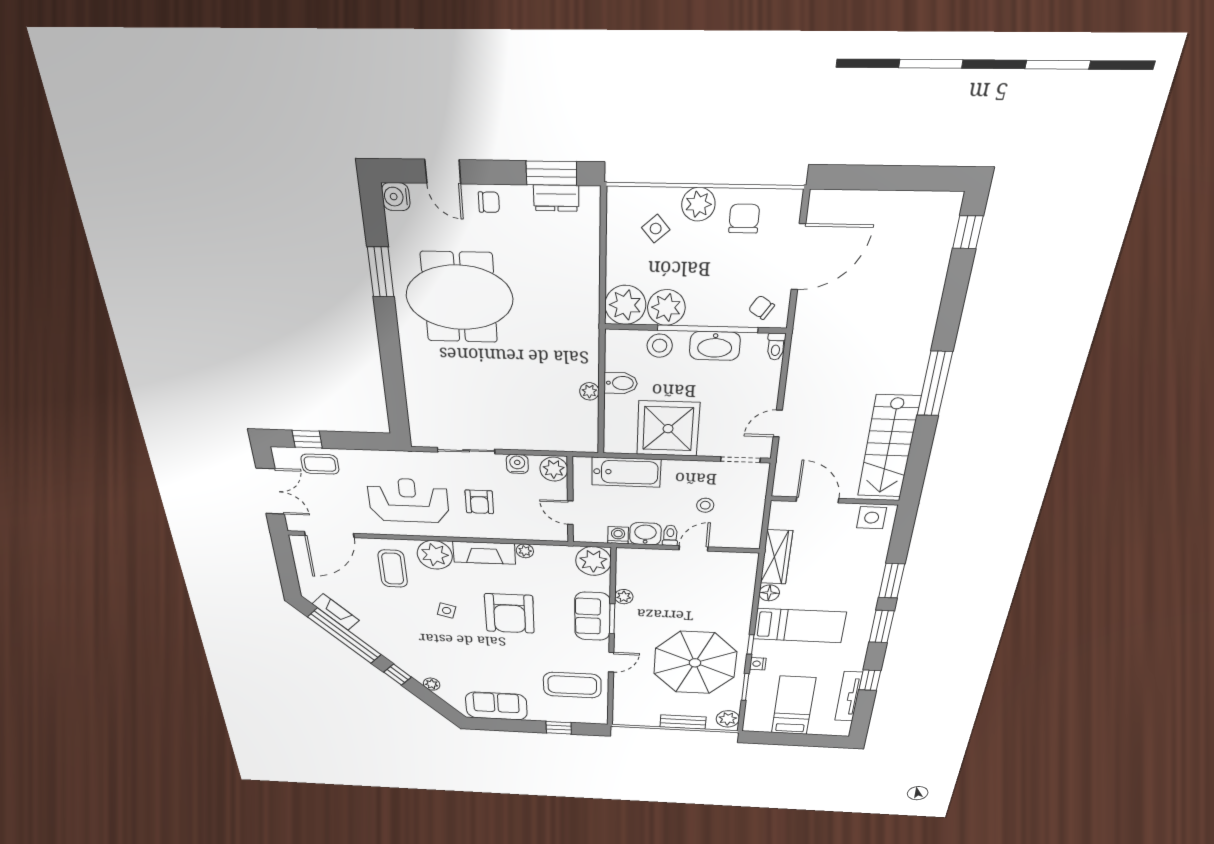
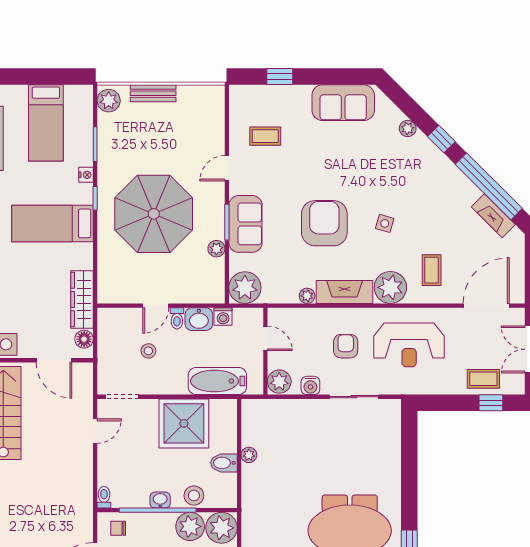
chair: (761, 307) -> (118, 528), turned 147
washbasin: (715, 346) -> (160, 500), width x0.52, depth x0.69
coffee table: (393, 569) -> (432, 270), width x0.73, depth x0.77
floor lamp: (769, 593) -> (84, 339), moved
parasol: (695, 663) -> (154, 214), moved
coffee table: (572, 685) -> (265, 136), width x0.54, depth x0.58

